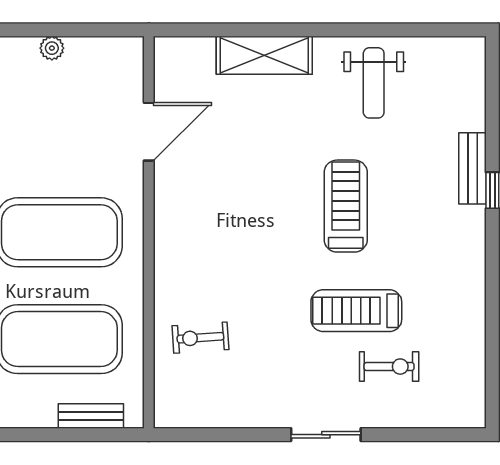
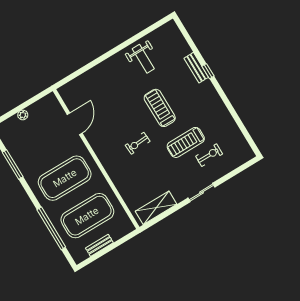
shelving: (264, 55) -> (156, 208), moved
exercise bike: (200, 338) -> (138, 143), moved
bench: (91, 416) -> (99, 245), moved

